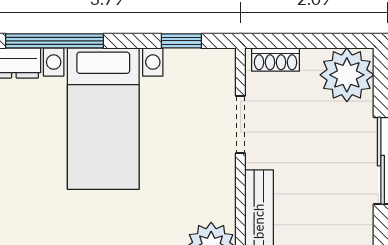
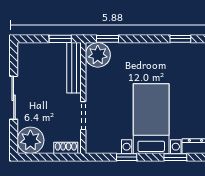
window: (54, 41) -> (175, 157), width x0.46
window: (181, 41) -> (127, 157), moved

